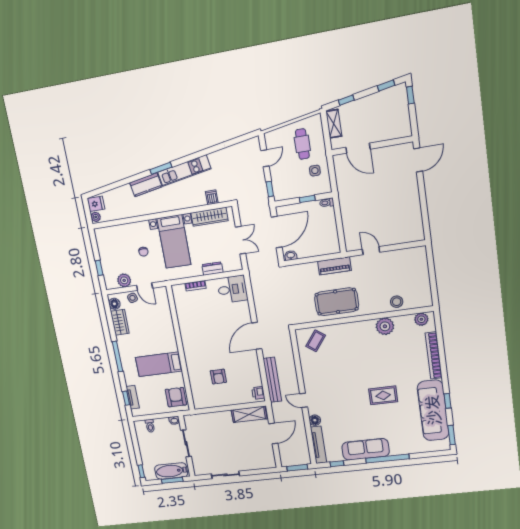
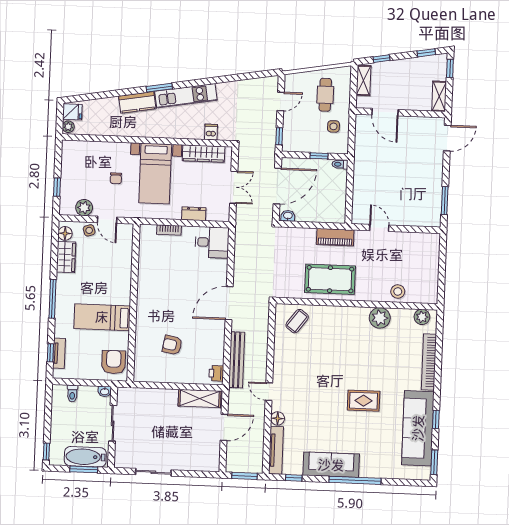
shelving: (405, 123) -> (439, 96), added
window: (425, 216) -> (445, 201), added
armchair: (218, 377) -> (172, 345), turned 100

